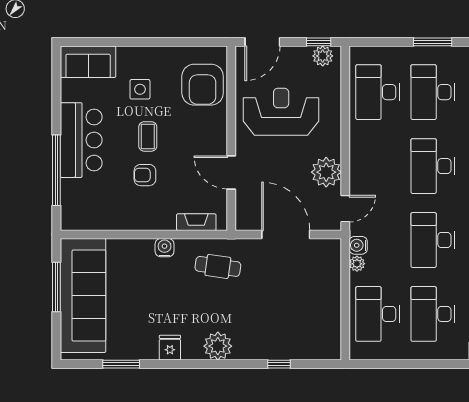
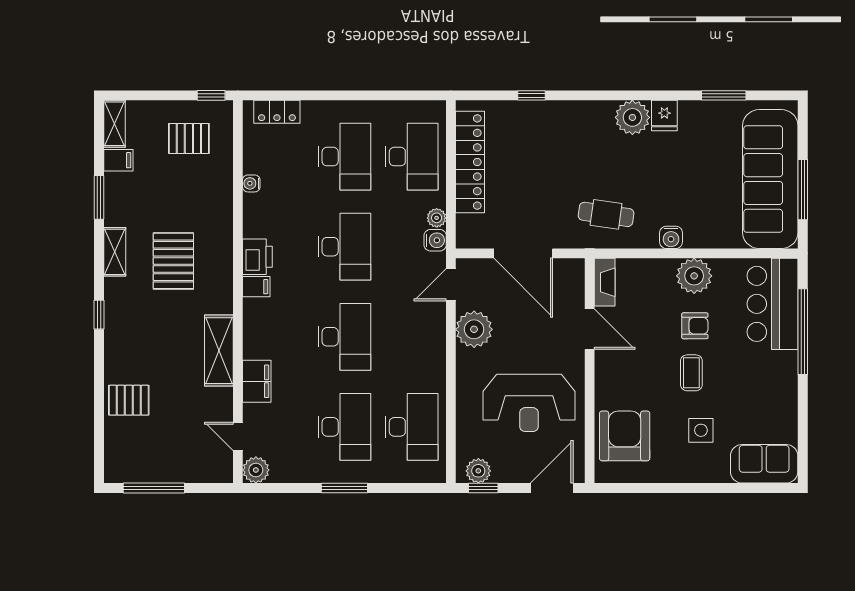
bar counter: (81, 140) -> (773, 304), moved
plant: (146, 216) -> (694, 276), added
fireplace: (196, 222) -> (605, 282), moved, turned -90
locker: (329, 309) -> (470, 162), added
plant: (218, 346) -> (632, 117), moved

